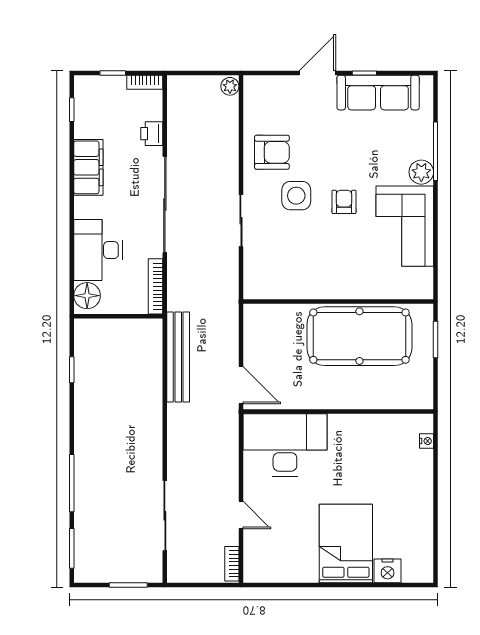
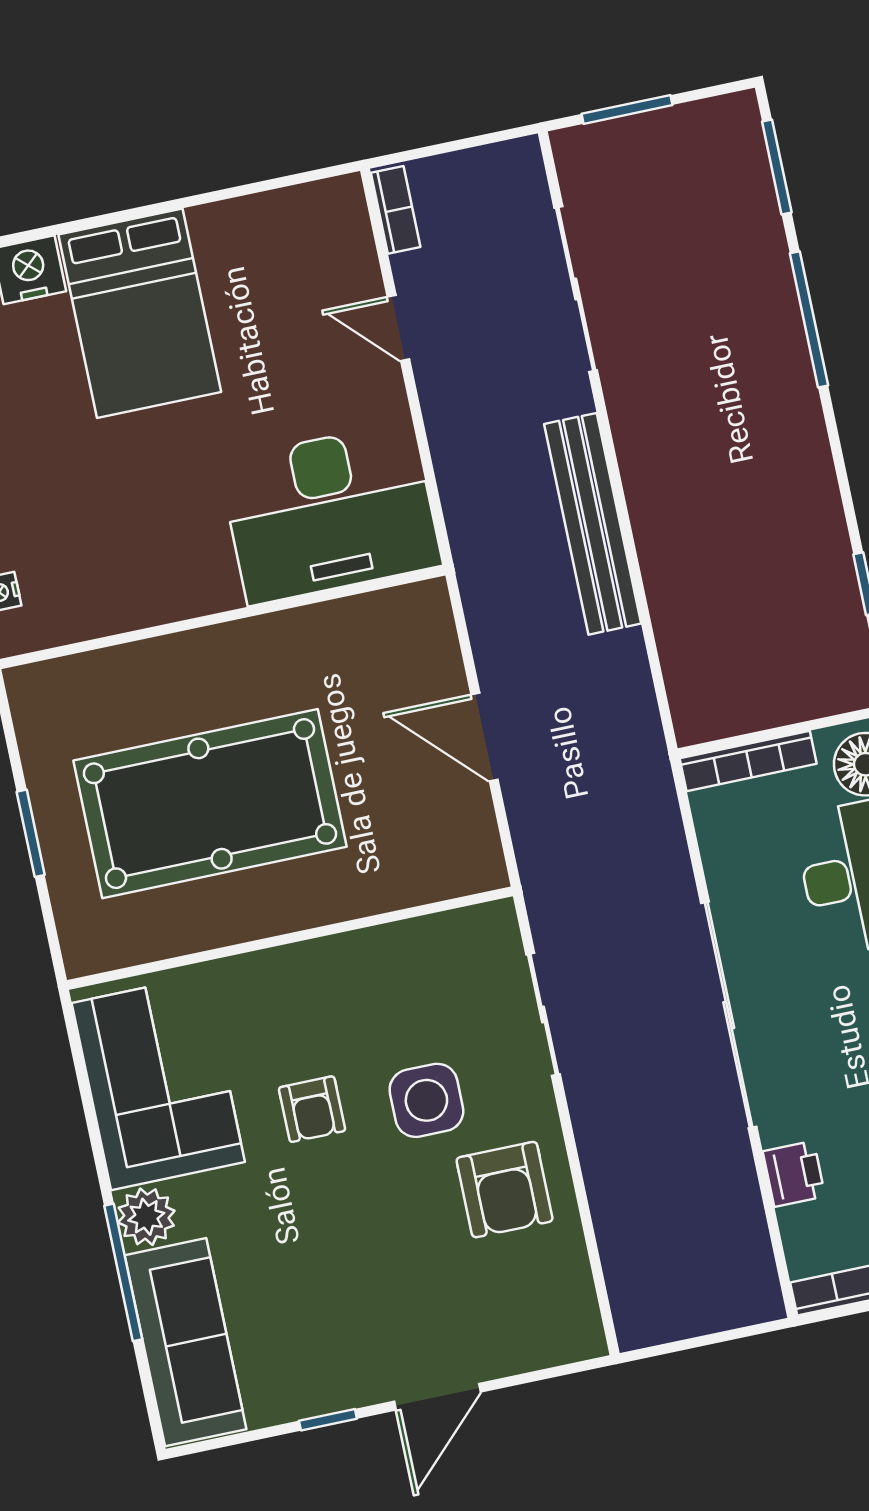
plant: (230, 86) -> (635, 1323), removed
sofa: (378, 93) -> (186, 1342), moved, turned 90
armchair: (272, 152) -> (505, 1190), turned -90
bookcase: (156, 286) -> (748, 761), moved, turned 90
wall: (338, 302) -> (290, 938), moved
bench: (178, 357) -> (593, 524), moved
door: (241, 385) -> (485, 737), moved

